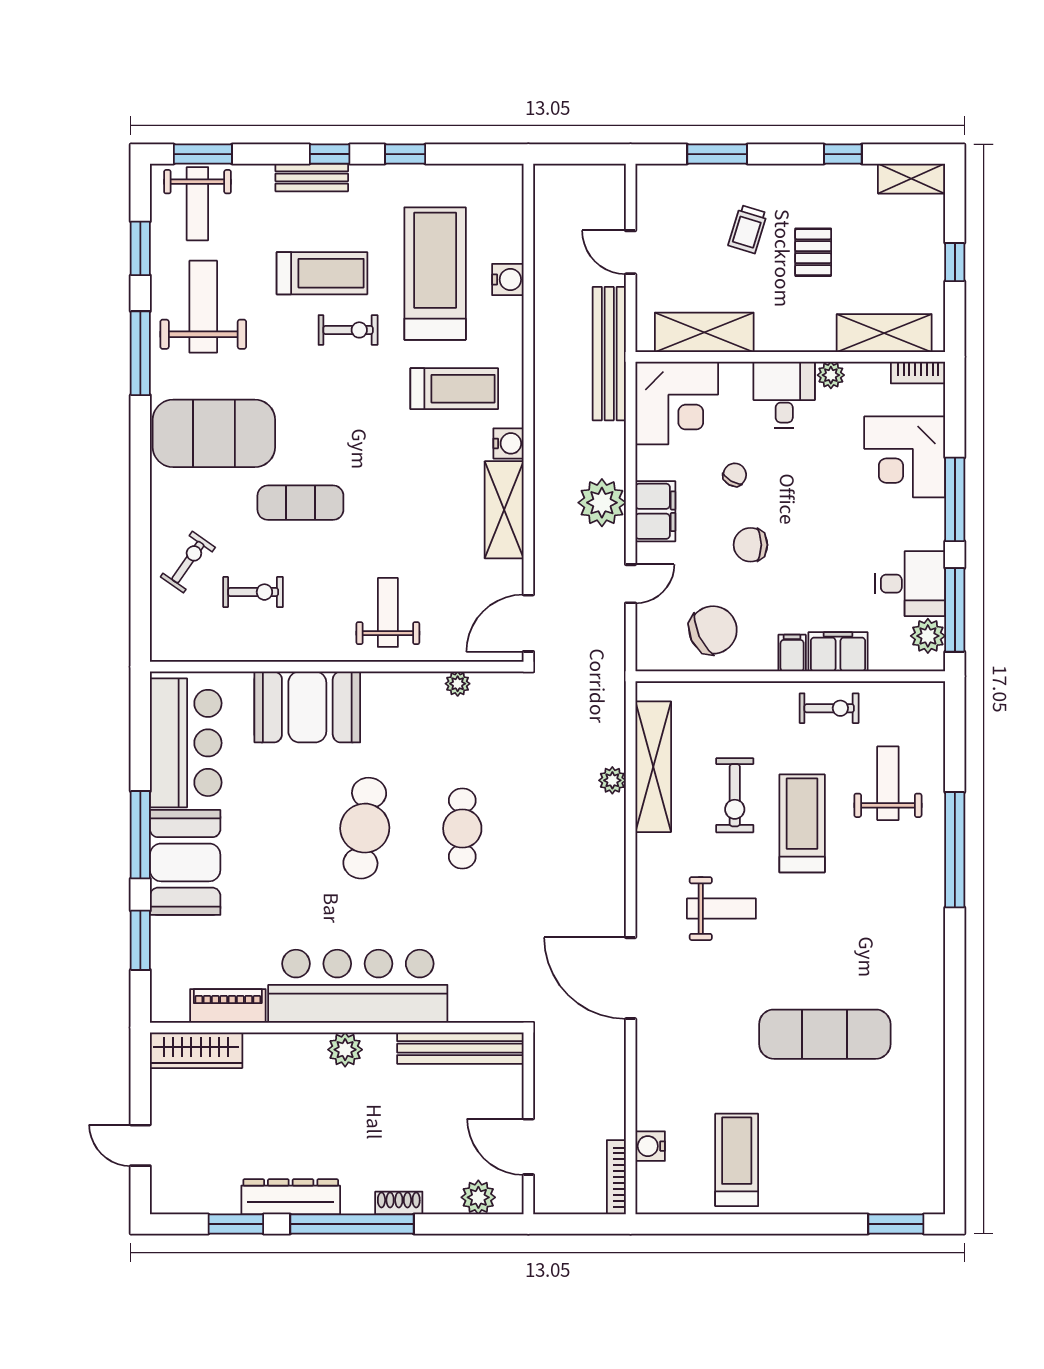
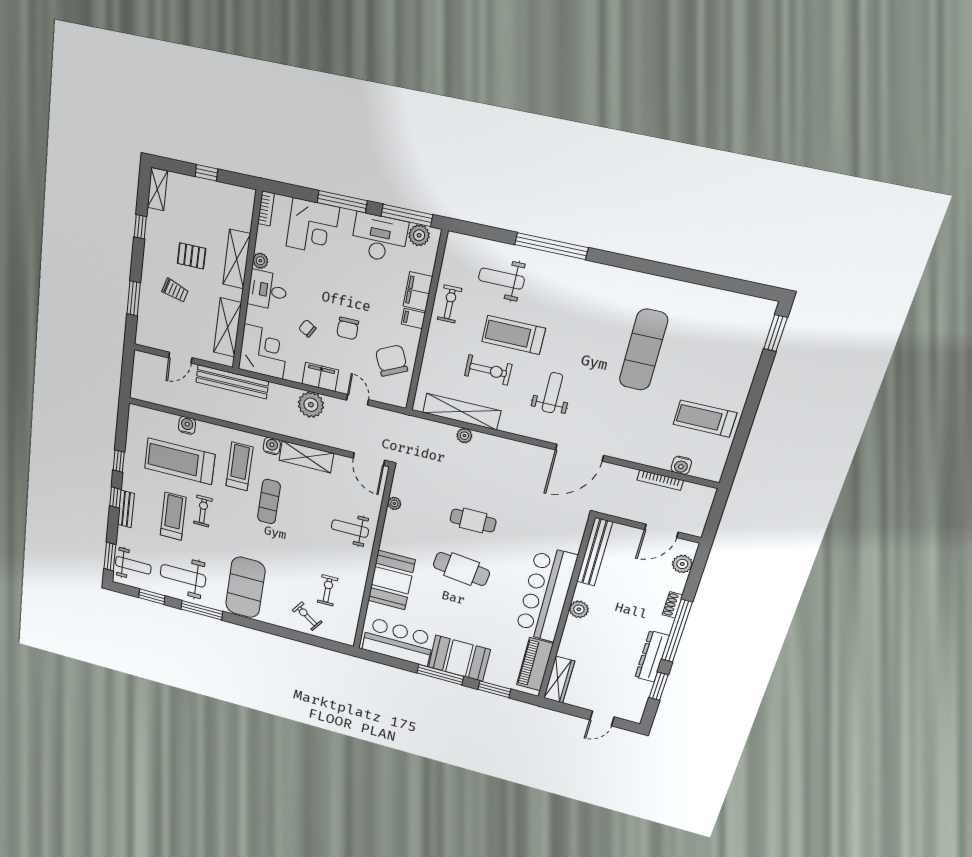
shelving: (884, 333) -> (237, 259), moved
exercise mat: (300, 503) -> (269, 502), moved
desk: (910, 584) -> (379, 238), width x1.37
piano: (228, 1006) -> (535, 664), width x1.37, depth x1.33
bookcase: (616, 1177) -> (660, 480), moved

